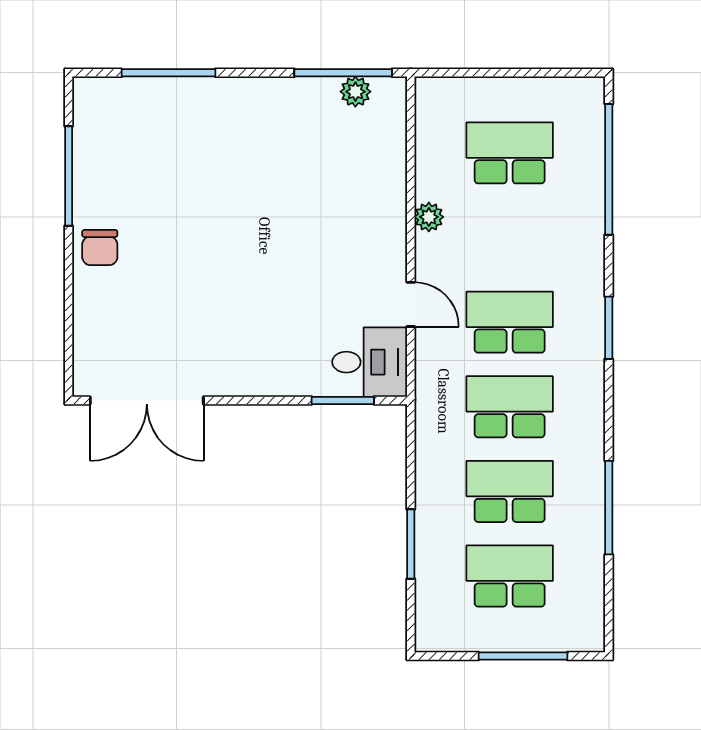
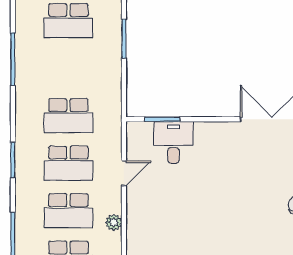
door: (411, 304) -> (124, 173), swing flipped
desk: (370, 362) -> (173, 142), moved, turned 90
school desk: (510, 491) -> (68, 211), moved

